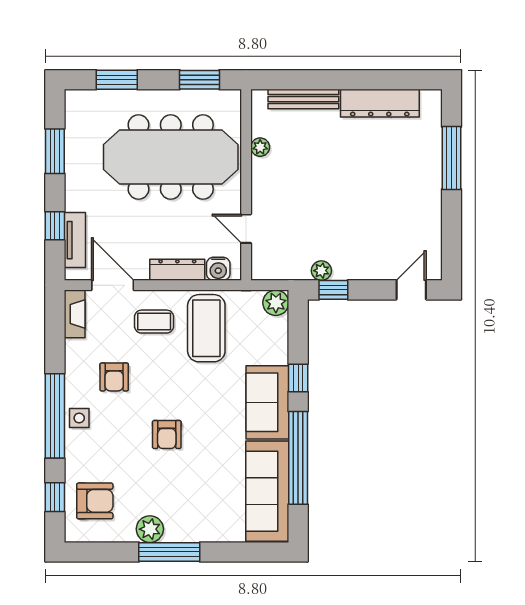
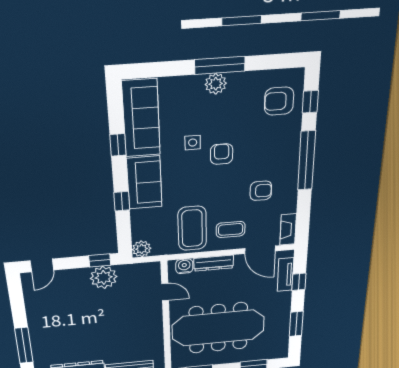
plant: (260, 147) -> (157, 339), removed
plant: (321, 271) -> (104, 277), width x1.87, depth x1.87
armchair: (114, 377) -> (261, 191), turned 90
side table: (79, 418) -> (193, 143), moved
window: (298, 458) -> (118, 145), width x0.32
plant: (150, 529) -> (216, 84), moved

